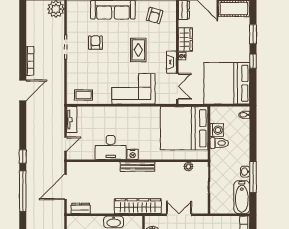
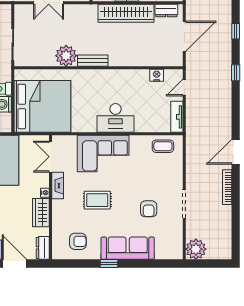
armchair: (154, 15) -> (78, 241), turned 75
rug: (138, 50) -> (97, 200), turned 90
desk: (111, 147) -> (116, 118), moved, turned 180
nightstand: (133, 154) -> (157, 75), moved
bench: (137, 167) -> (93, 61), width x0.73
plant: (188, 167) -> (66, 56), moved, width x1.88, depth x1.88
window: (23, 191) -> (236, 31), width x0.32
wardrobe: (138, 206) -> (126, 13), moved

